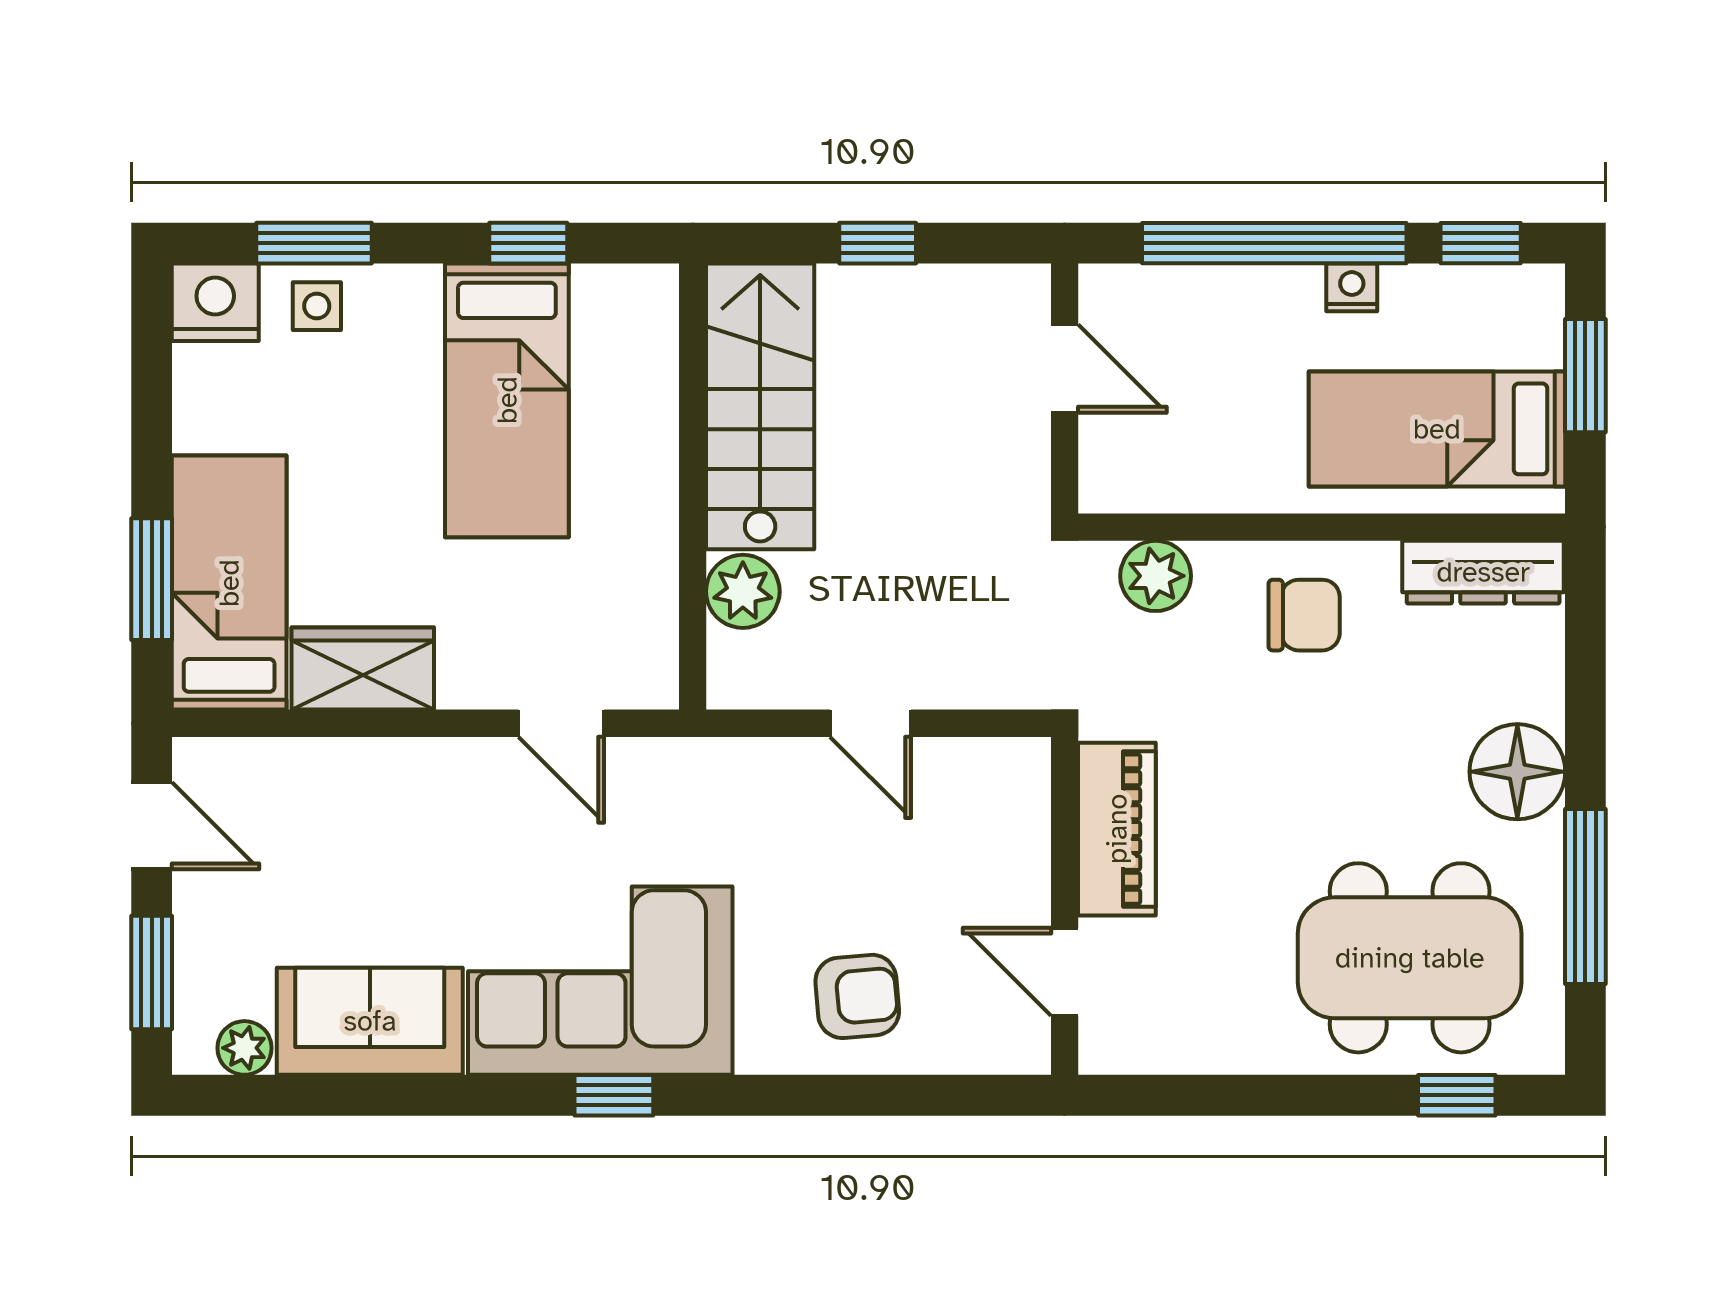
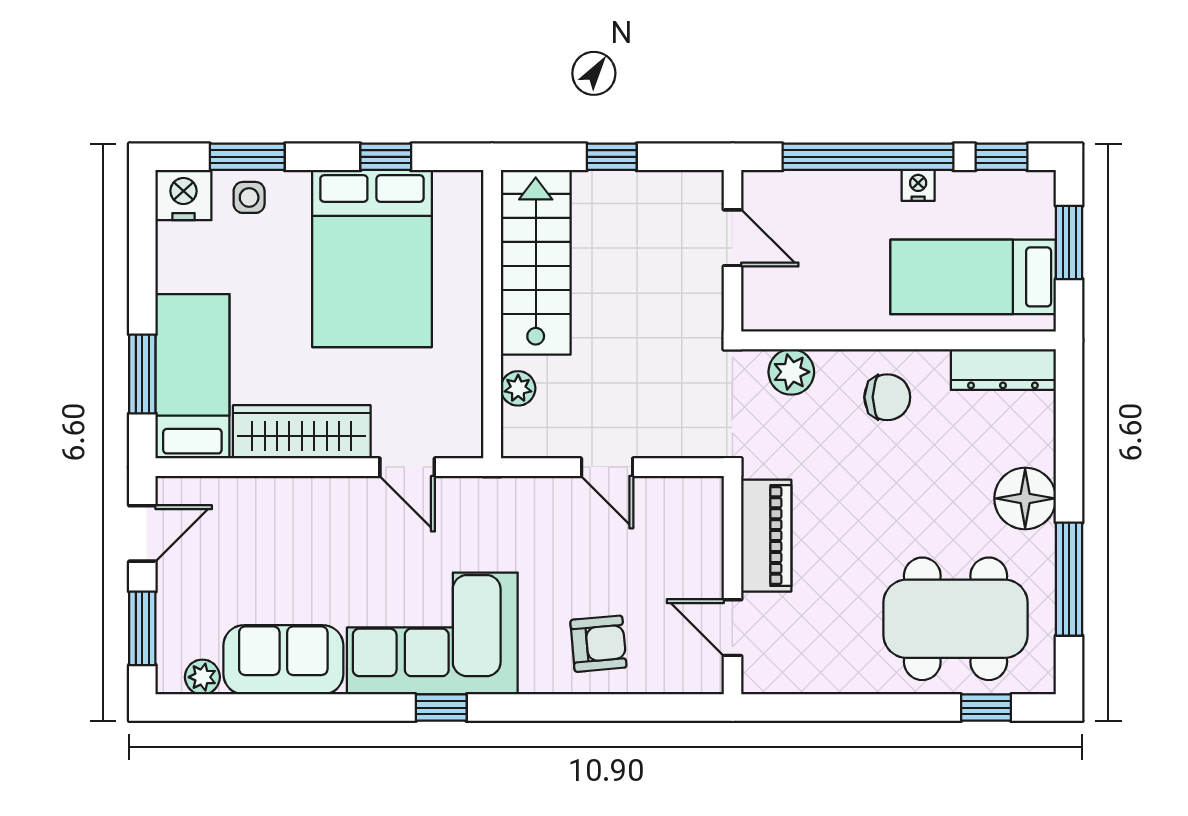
bed: (507, 400) -> (372, 258), width x1.50
plant: (743, 591) -> (518, 388), width x0.73, depth x0.73
wardrobe: (363, 669) -> (302, 432), width x1.50
door: (152, 826) -> (142, 533), hinge flipped

